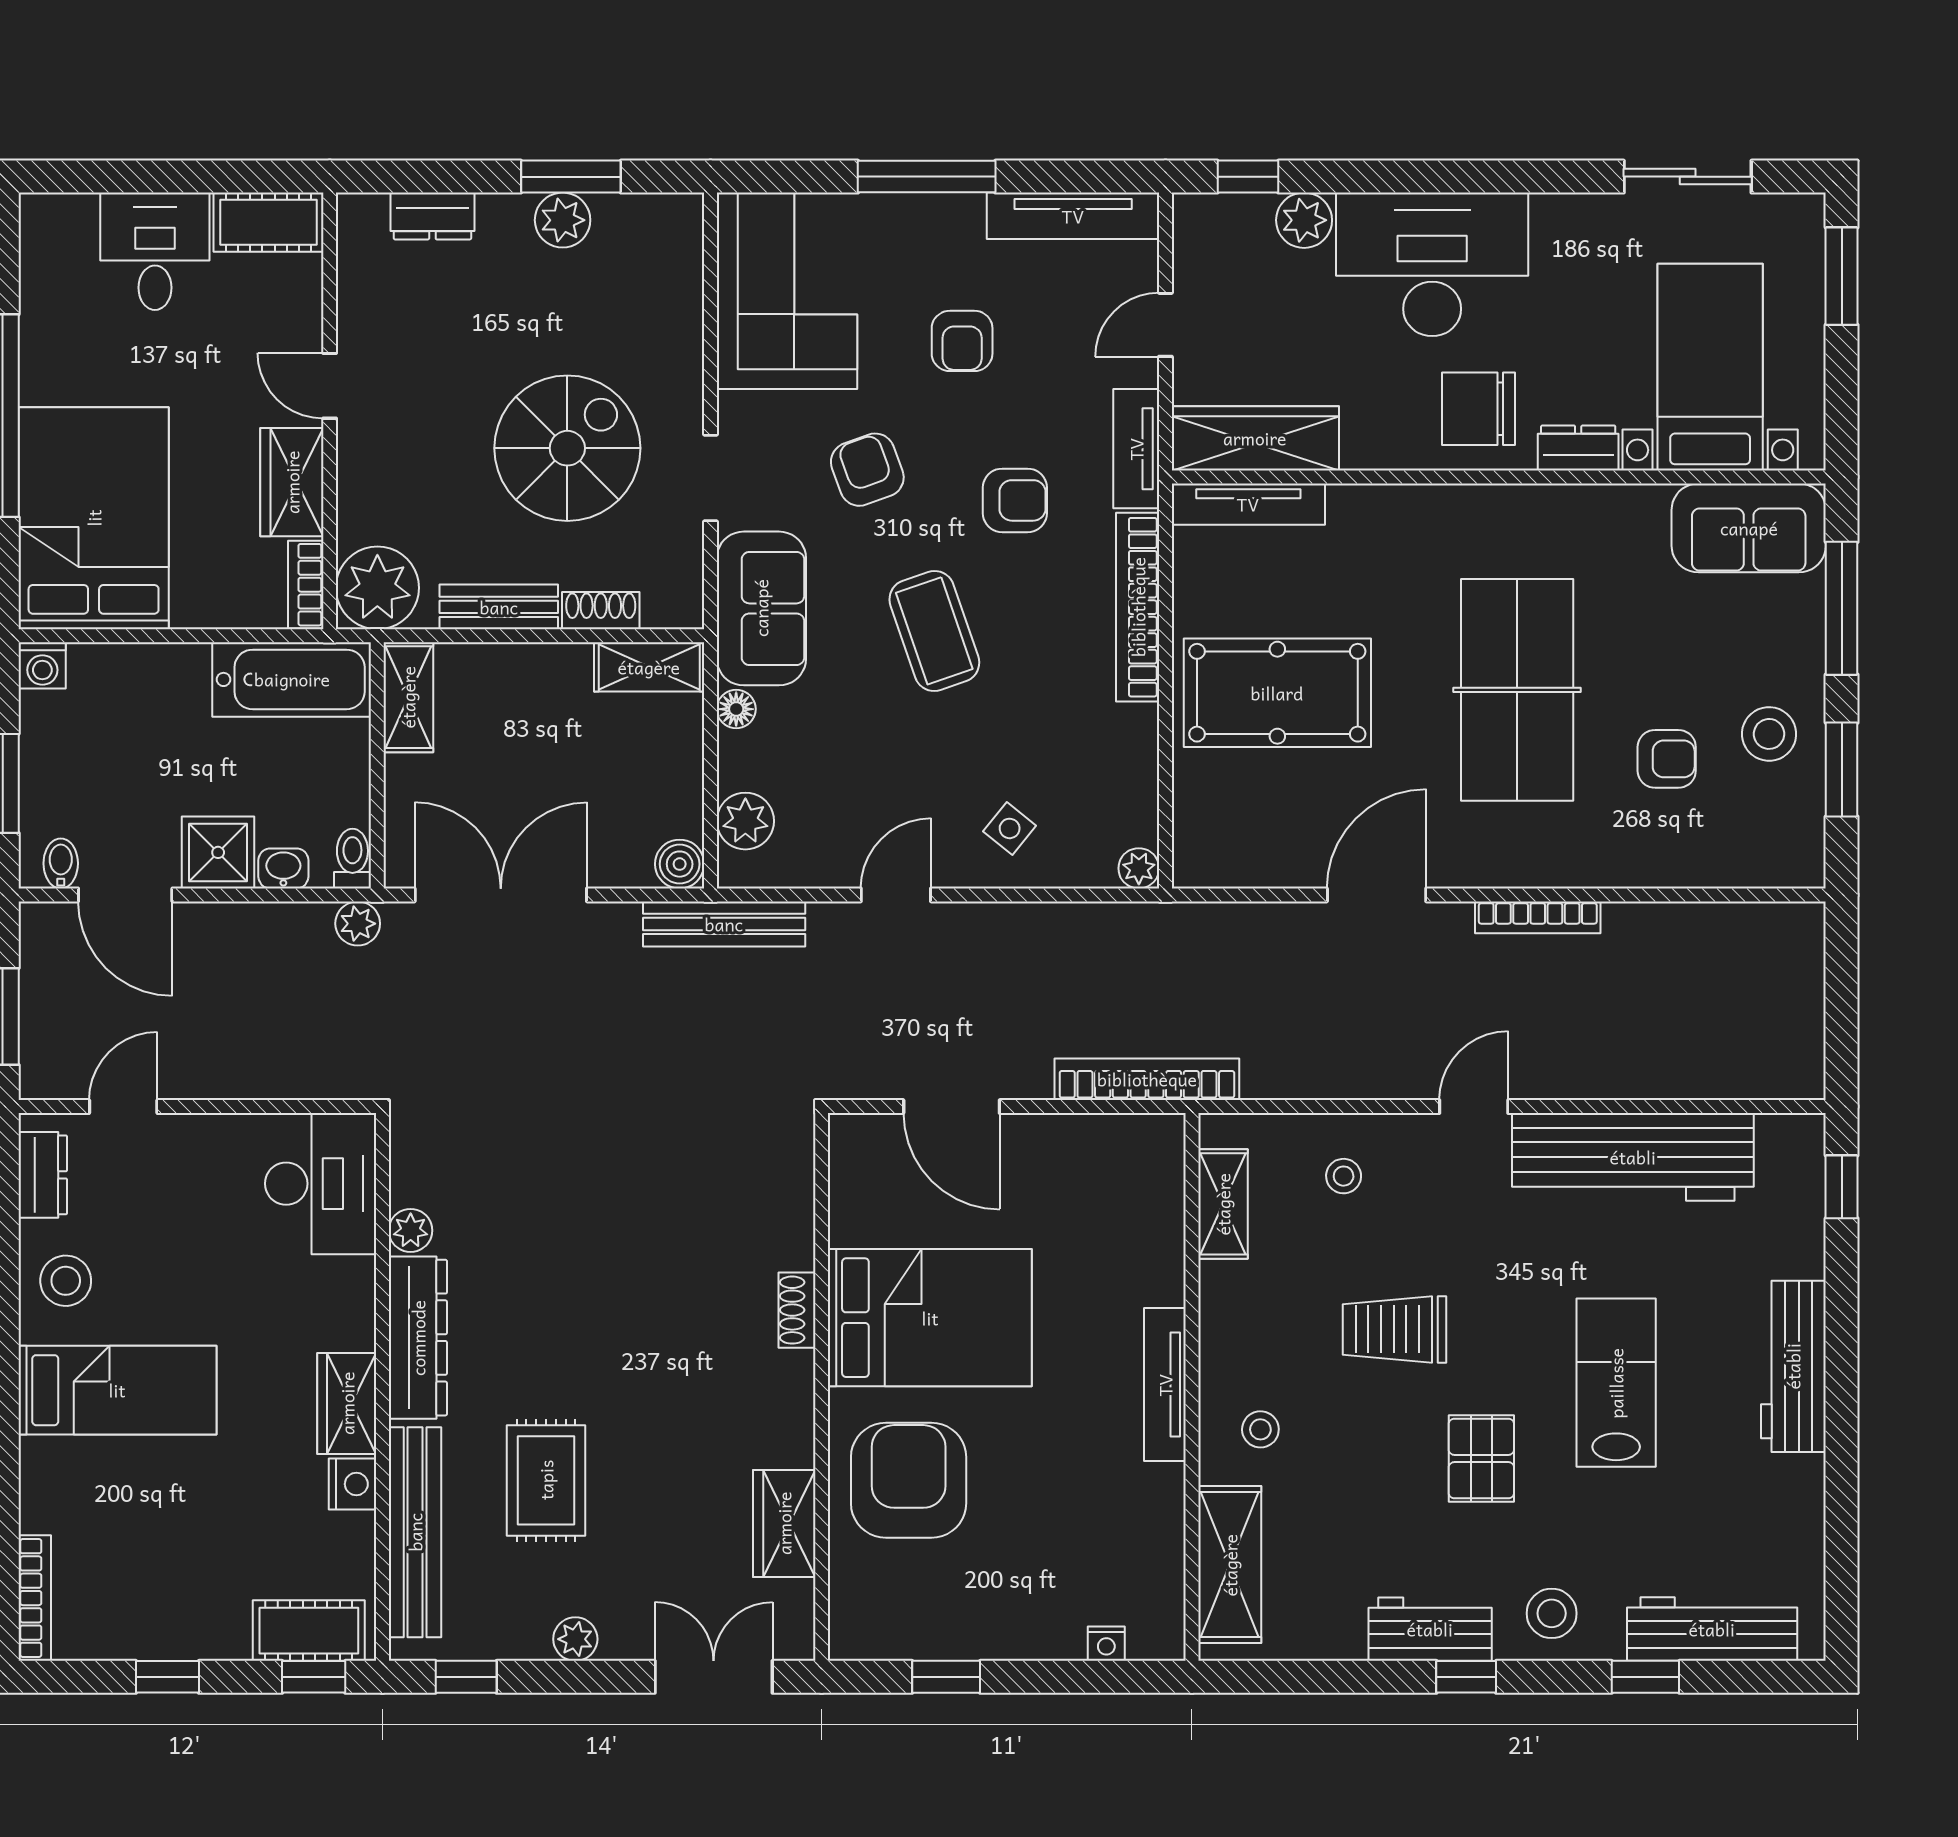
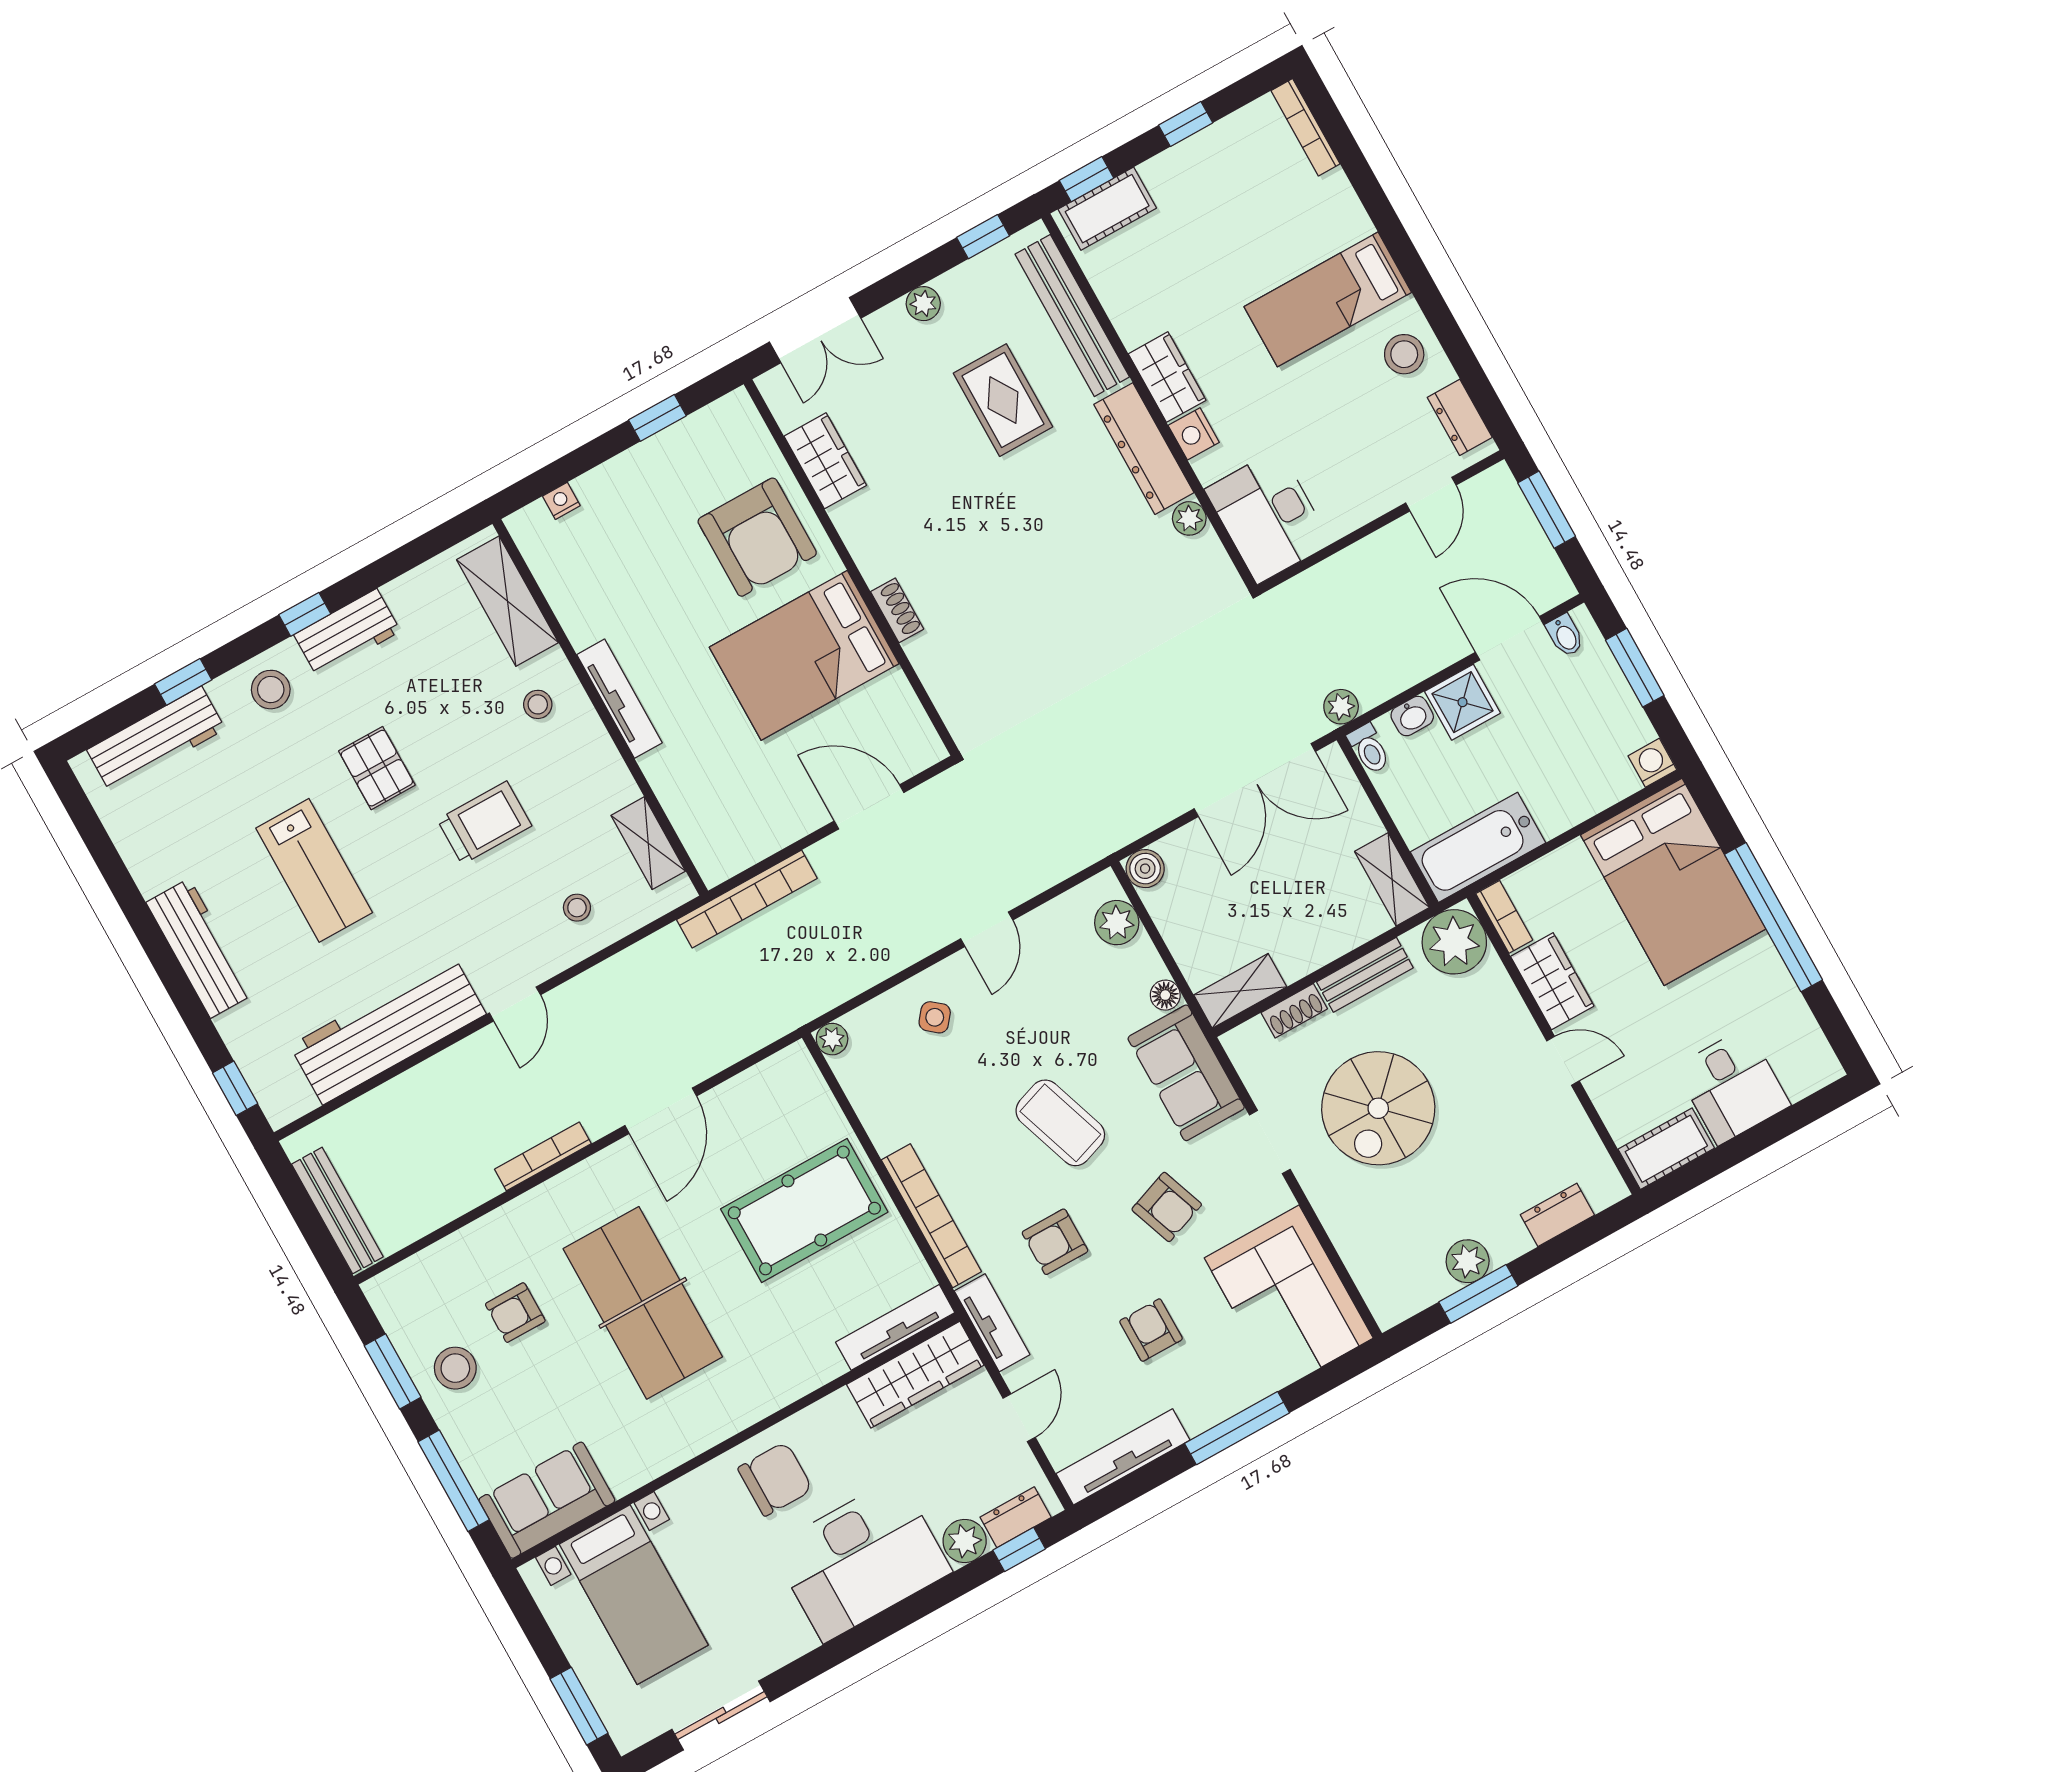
dresser: (1578, 448) -> (1016, 1517), moved, turned 180
bench: (724, 924) -> (337, 1211), moved, turned 90
nightstand: (353, 1484) -> (1194, 434), moved

